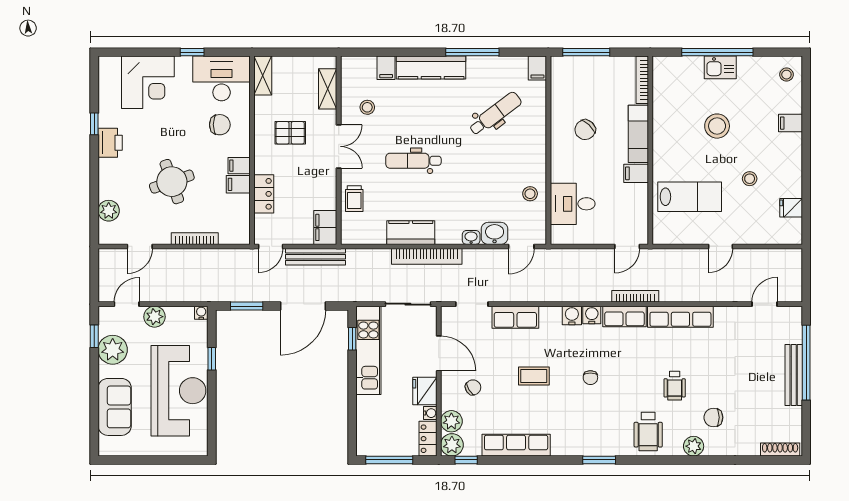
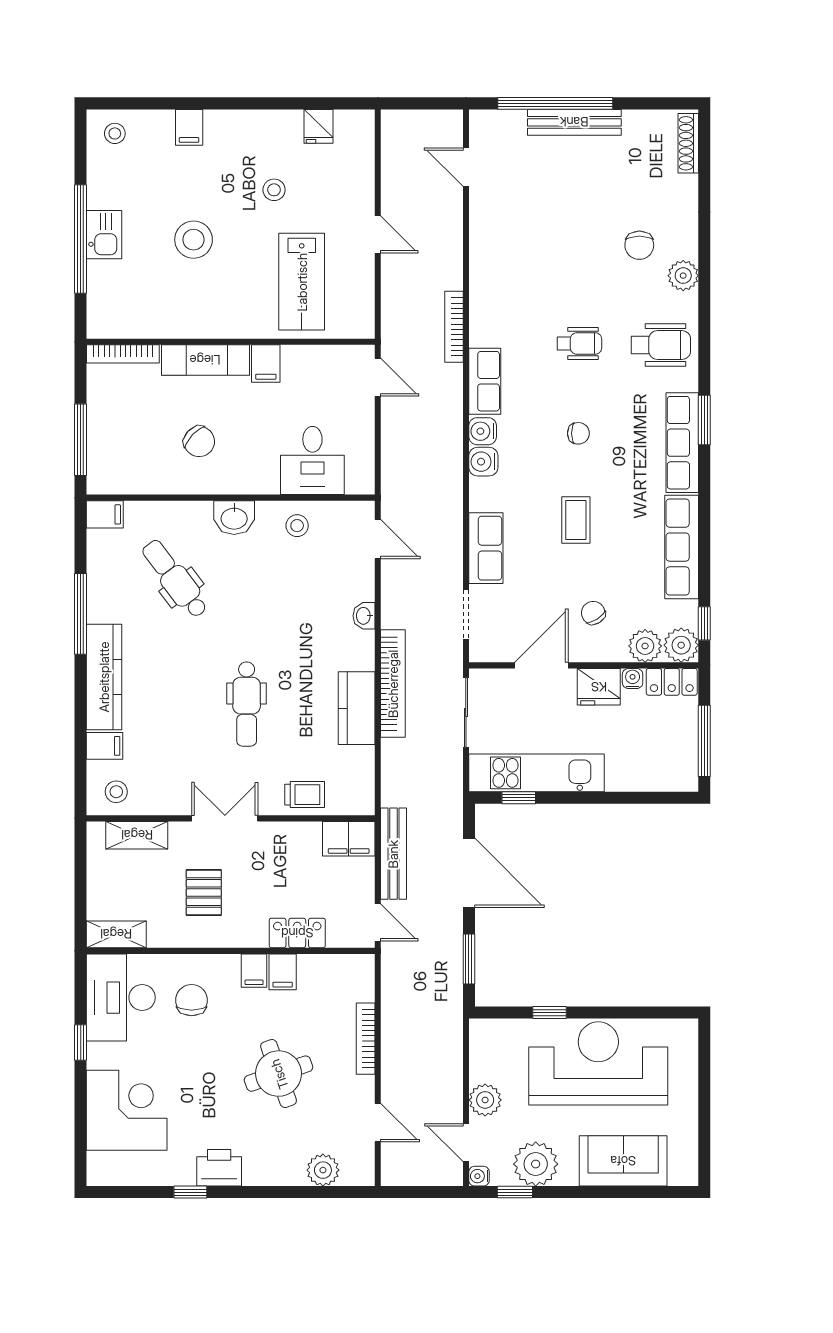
stool: (367, 107) -> (116, 792), moved
lab bench: (690, 197) -> (302, 282), turned 180
washbasin: (495, 233) -> (234, 518), moved, turned -90
bookcase: (635, 296) -> (454, 327), moved
water cooler: (201, 313) -> (479, 1176), moved
row of seats: (680, 317) -> (682, 443), moved, turned 180
wheelchair: (675, 386) -> (579, 343), moved

